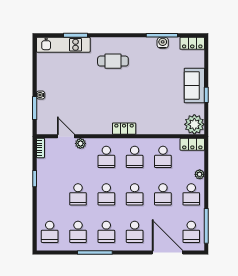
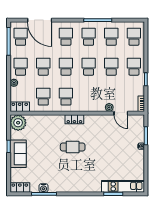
cafe table: (113, 61) -> (73, 147), moved
school desk: (106, 157) -> (134, 67), moved

